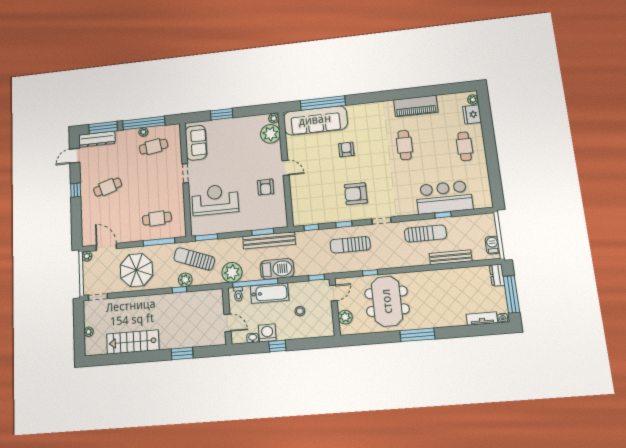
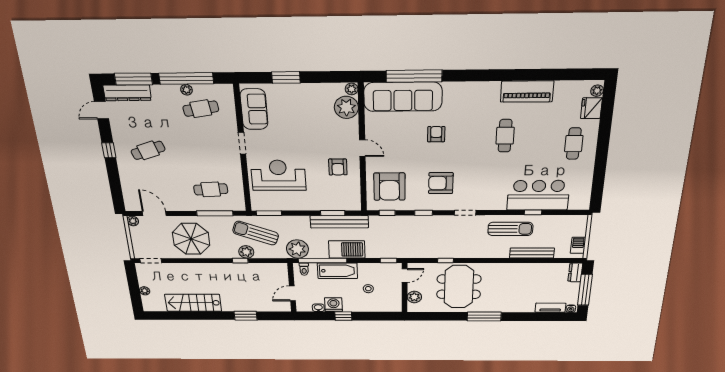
armchair: (311, 201) -> (389, 187), added
sun lounger: (350, 245) -> (428, 233), removed
door: (227, 323) -> (292, 293), swing flipped

